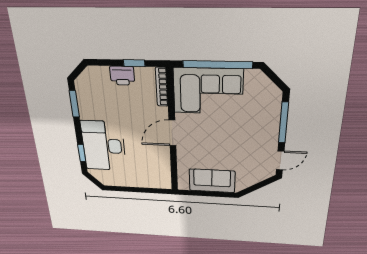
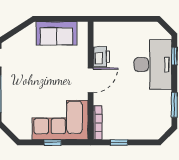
window: (218, 65) -> (53, 142), width x0.32
printer: (122, 76) -> (101, 57), moved, turned 90

